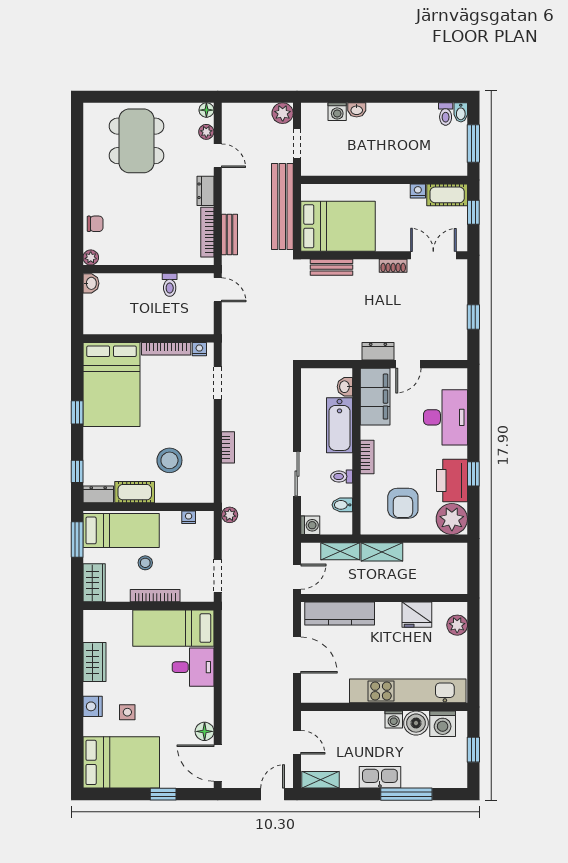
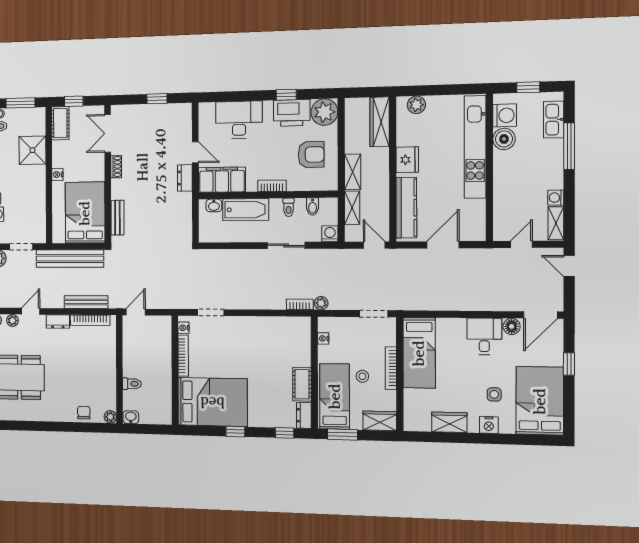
shower: (415, 159) -> (32, 150), added
nightstand: (418, 191) -> (57, 175), moved
bench: (230, 234) -> (86, 302), width x1.36
toilet: (170, 285) -> (132, 384), moved
bookcase: (228, 447) -> (300, 304), moved
stool: (169, 460) -> (275, 354), removed
wardrobe: (439, 583) -> (380, 122), added
fridge: (417, 615) -> (407, 160), moved
desk: (193, 667) -> (484, 336), moved
washing machine: (394, 719) -> (556, 198), moved, turned 180
kitchen sink: (380, 777) -> (554, 120), moved

